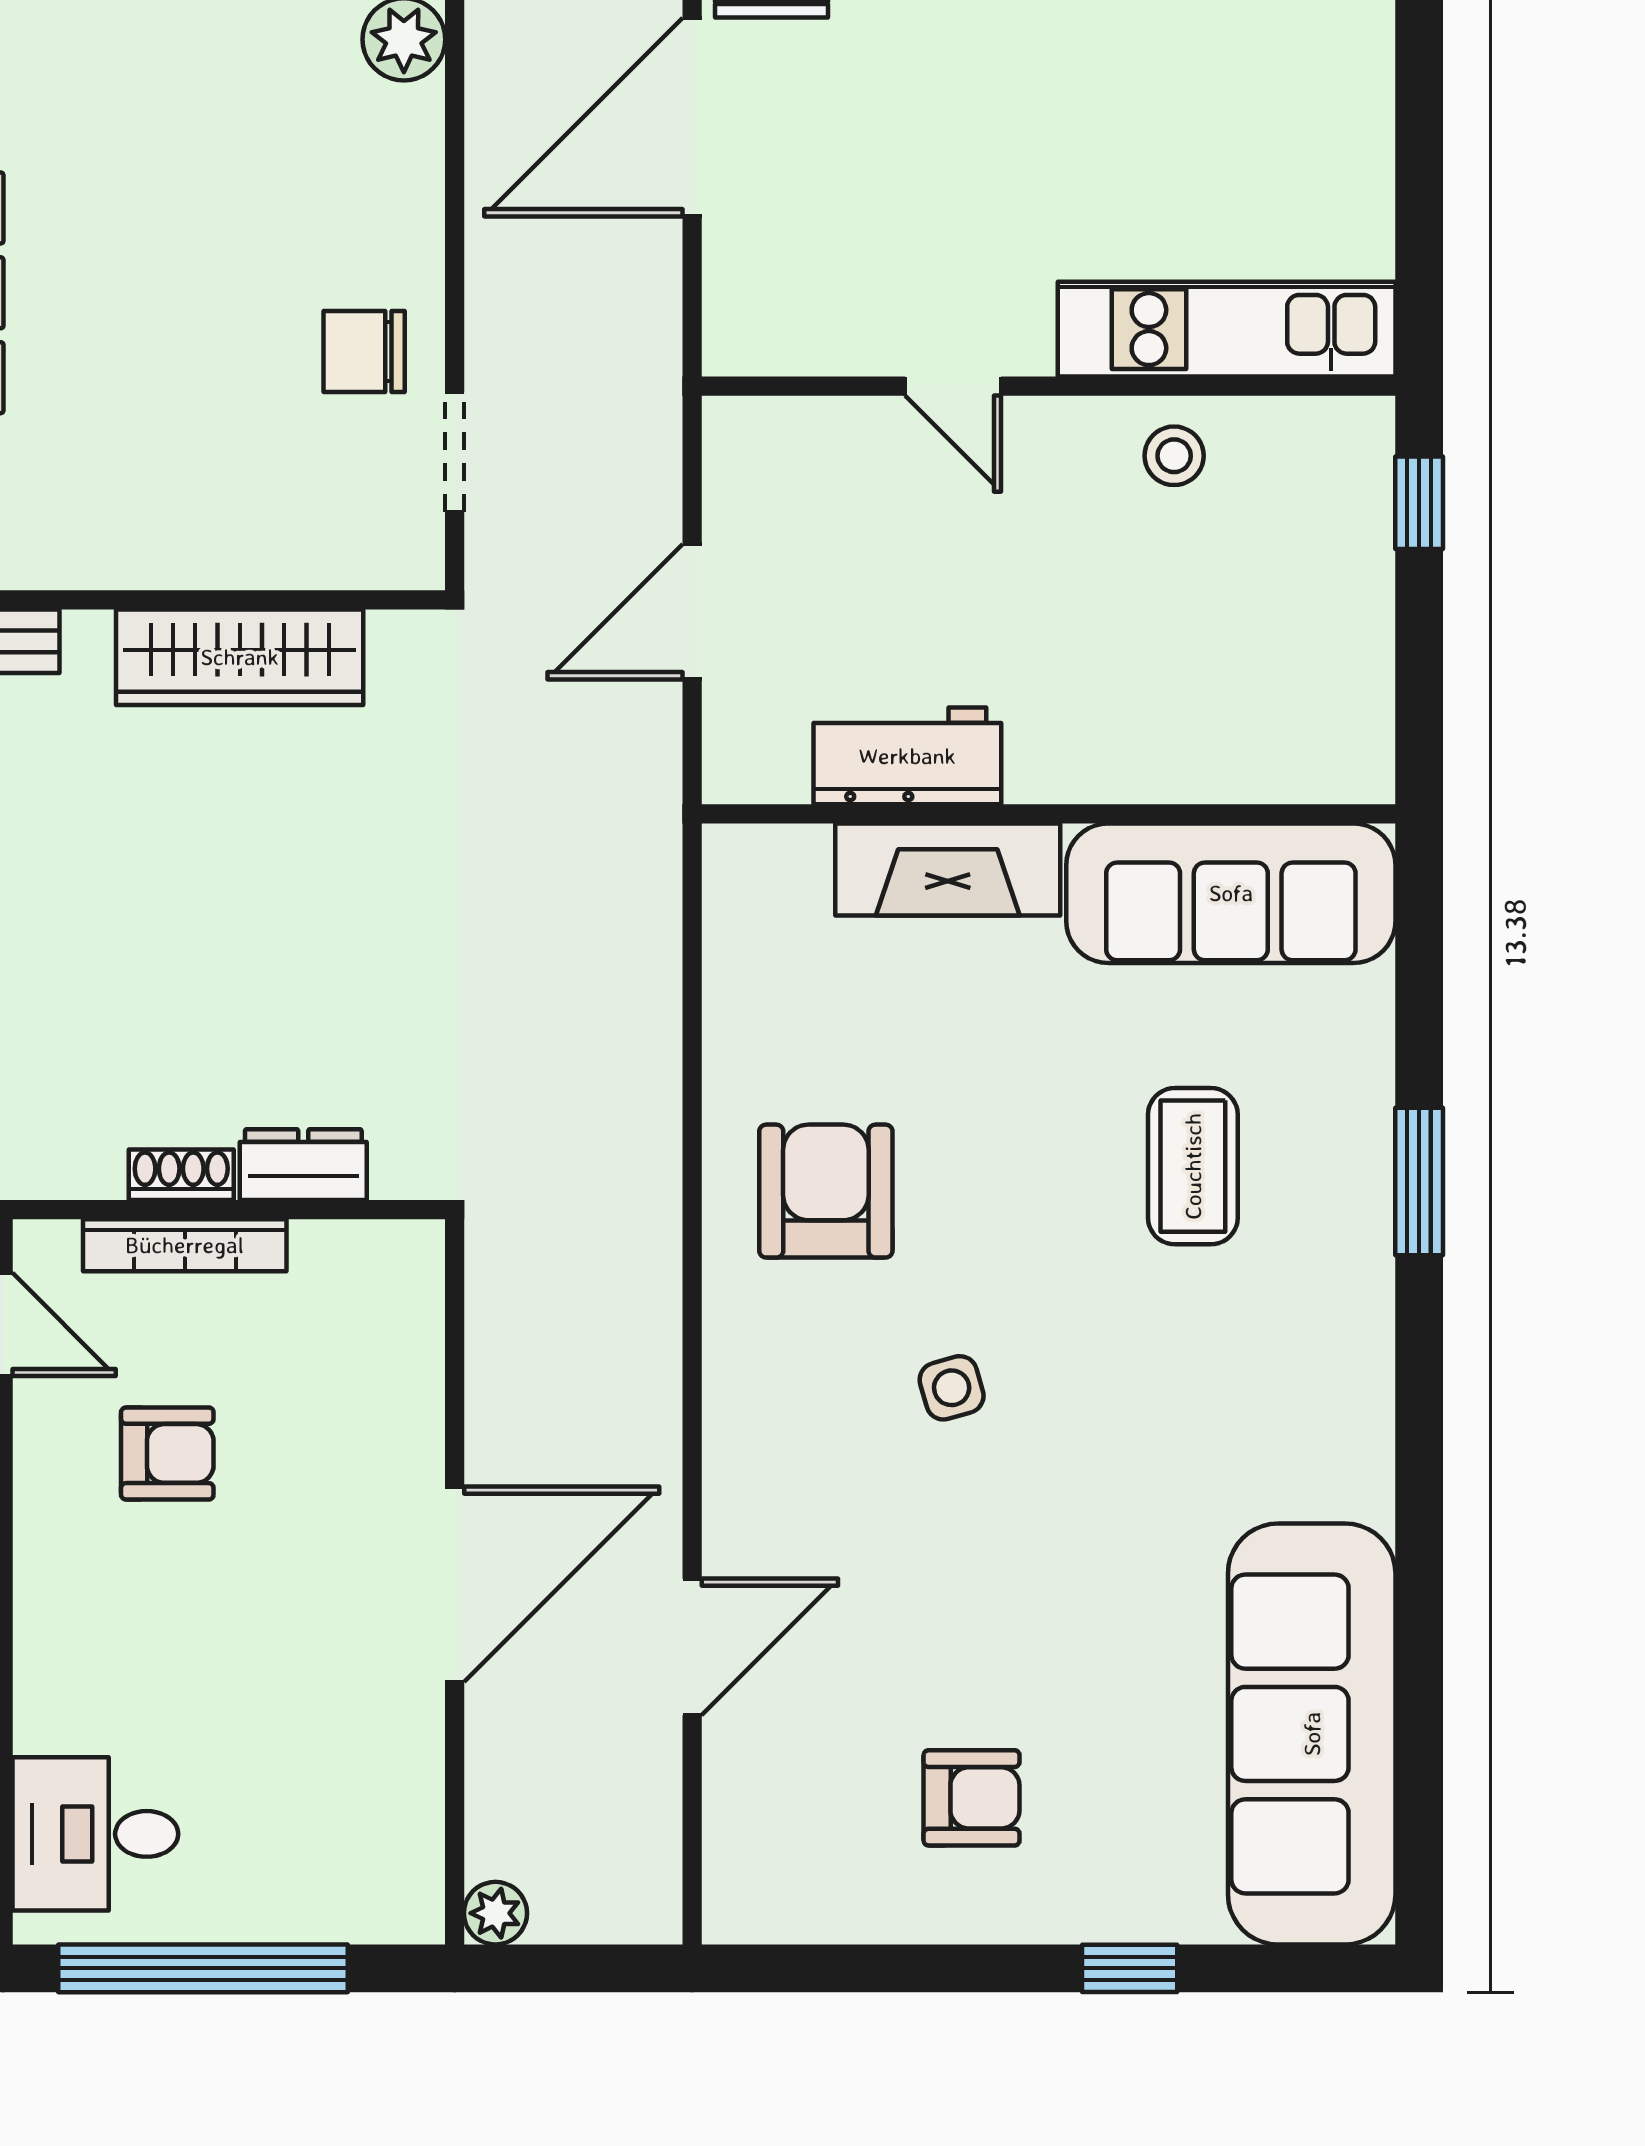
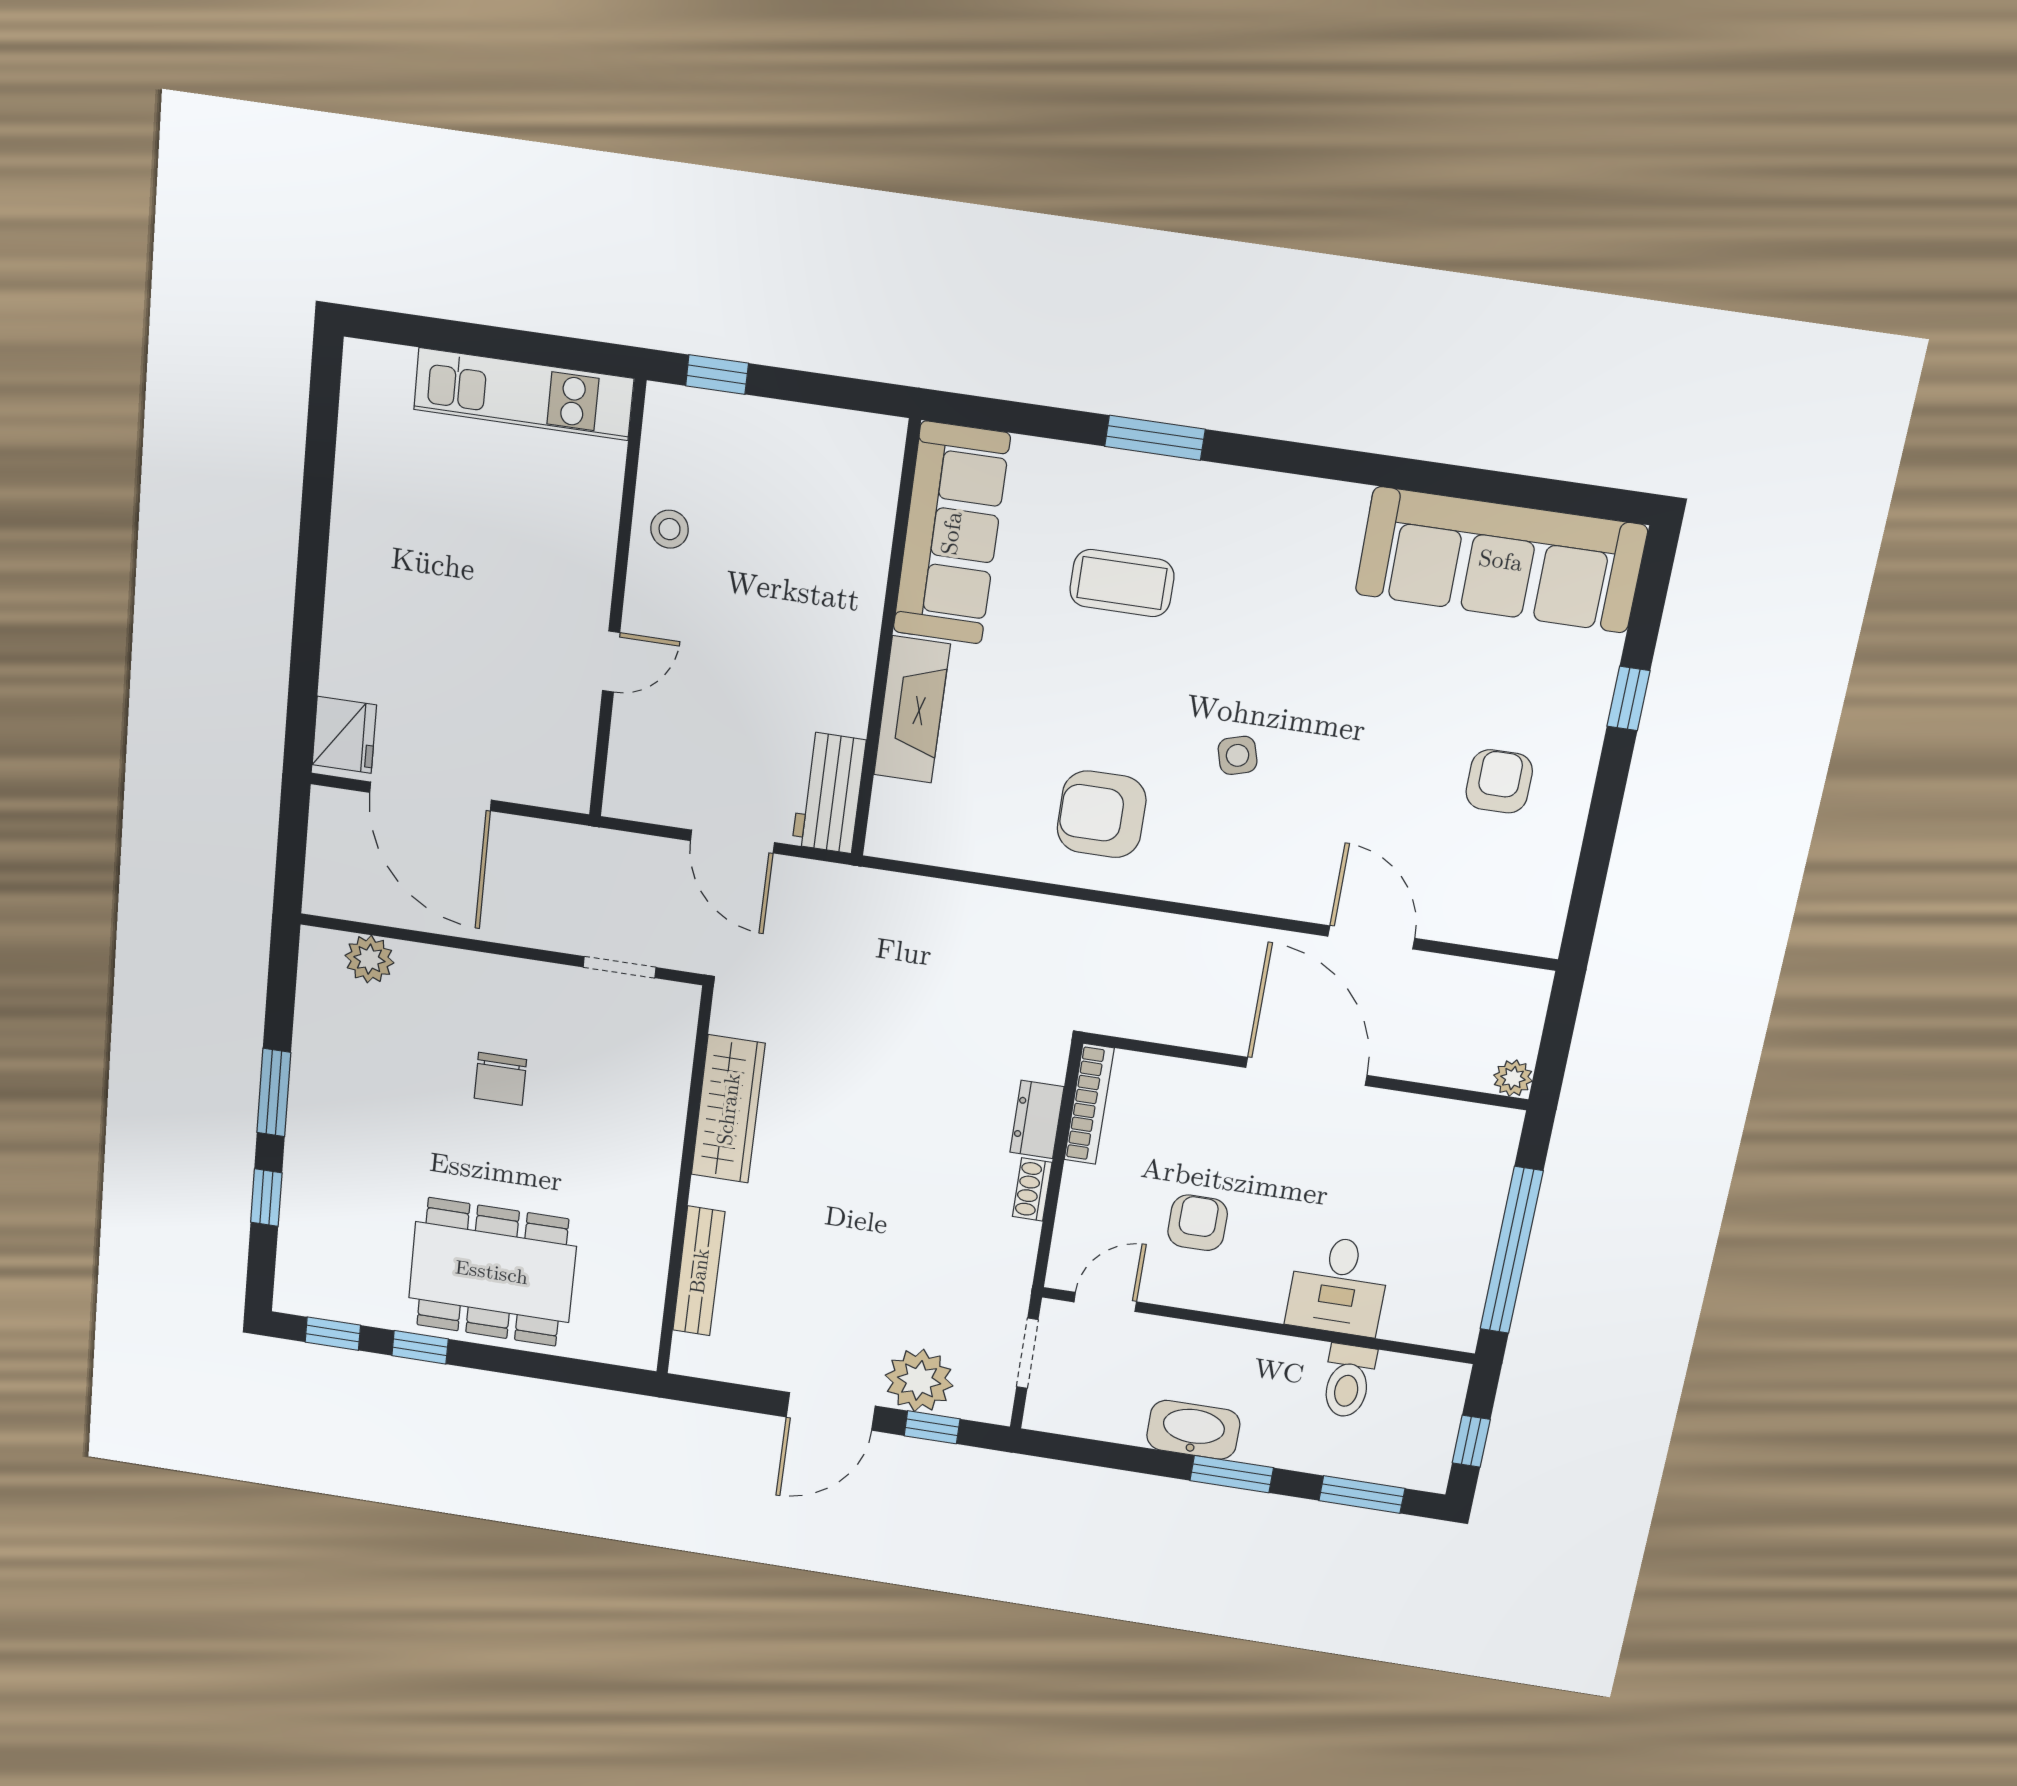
kitchen unit: (1227, 329) -> (524, 394), moved, turned -90
chair: (364, 352) -> (500, 1079), moved
workbench: (907, 756) -> (829, 793), moved
bookcase: (185, 1245) -> (1089, 1104), moved
desk: (95, 1834) -> (1338, 1286), moved

